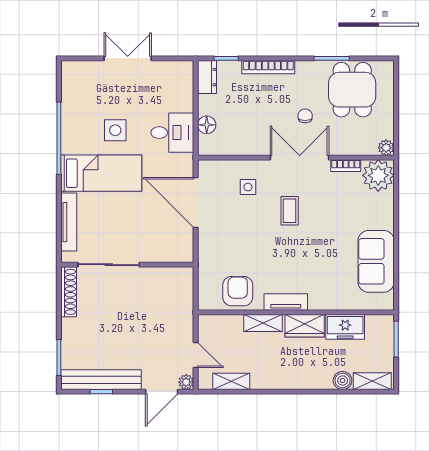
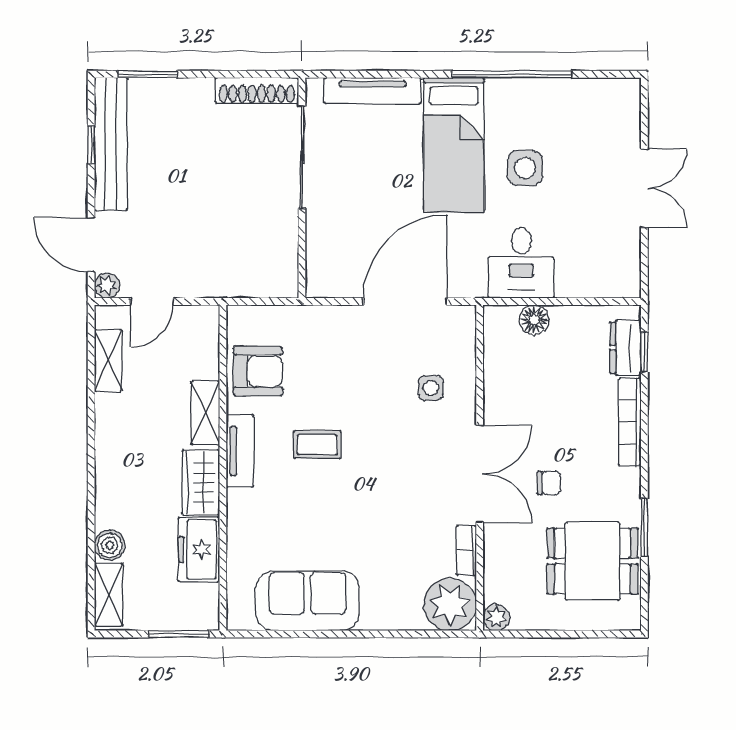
dresser: (207, 77) -> (625, 348), moved, turned 90
coffee table: (290, 211) -> (317, 445), moved

